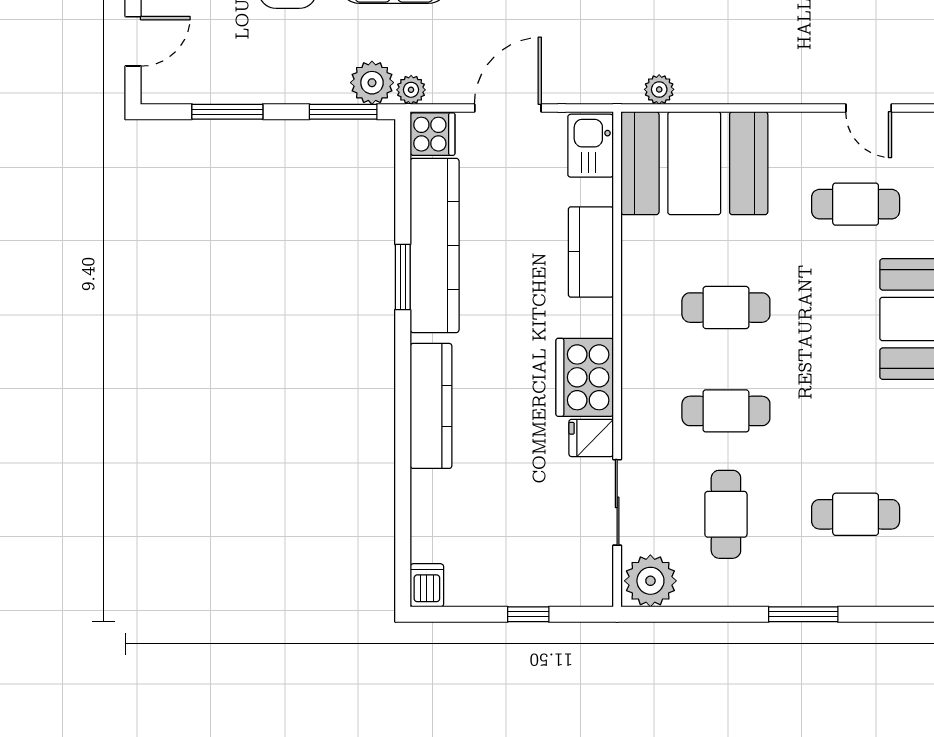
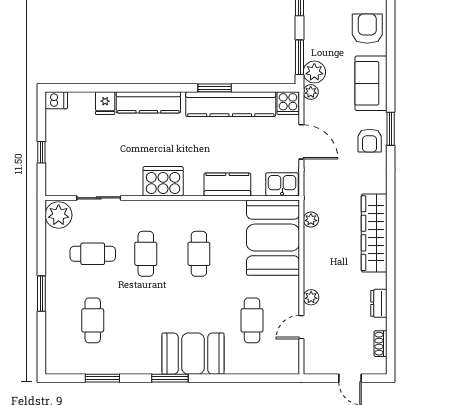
plant: (811, 89) -> (311, 297), added
fridge: (591, 438) -> (105, 103), moved, turned 180

